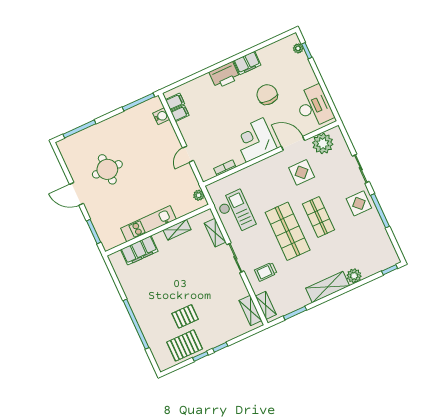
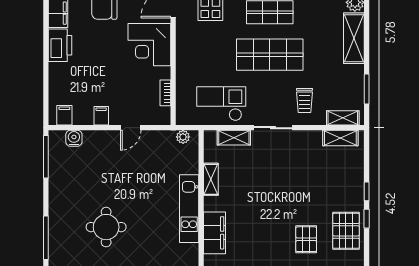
filing cabinet: (180, 113) -> (101, 116), moved
door: (188, 154) -> (131, 128), hinge flipped
pallet: (185, 316) -> (306, 239), moved

